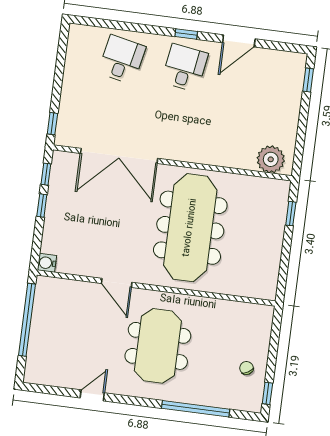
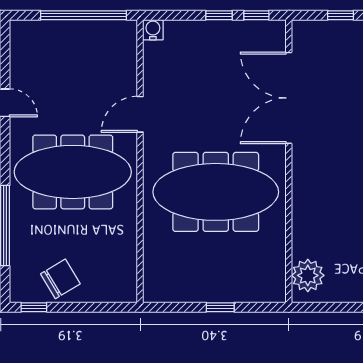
window: (52, 124) -> (341, 15), moved
window: (291, 214) -> (220, 307), moved
meeting table: (158, 346) -> (73, 172), width x1.36
chair: (246, 368) -> (60, 279), width x1.87, depth x1.87

